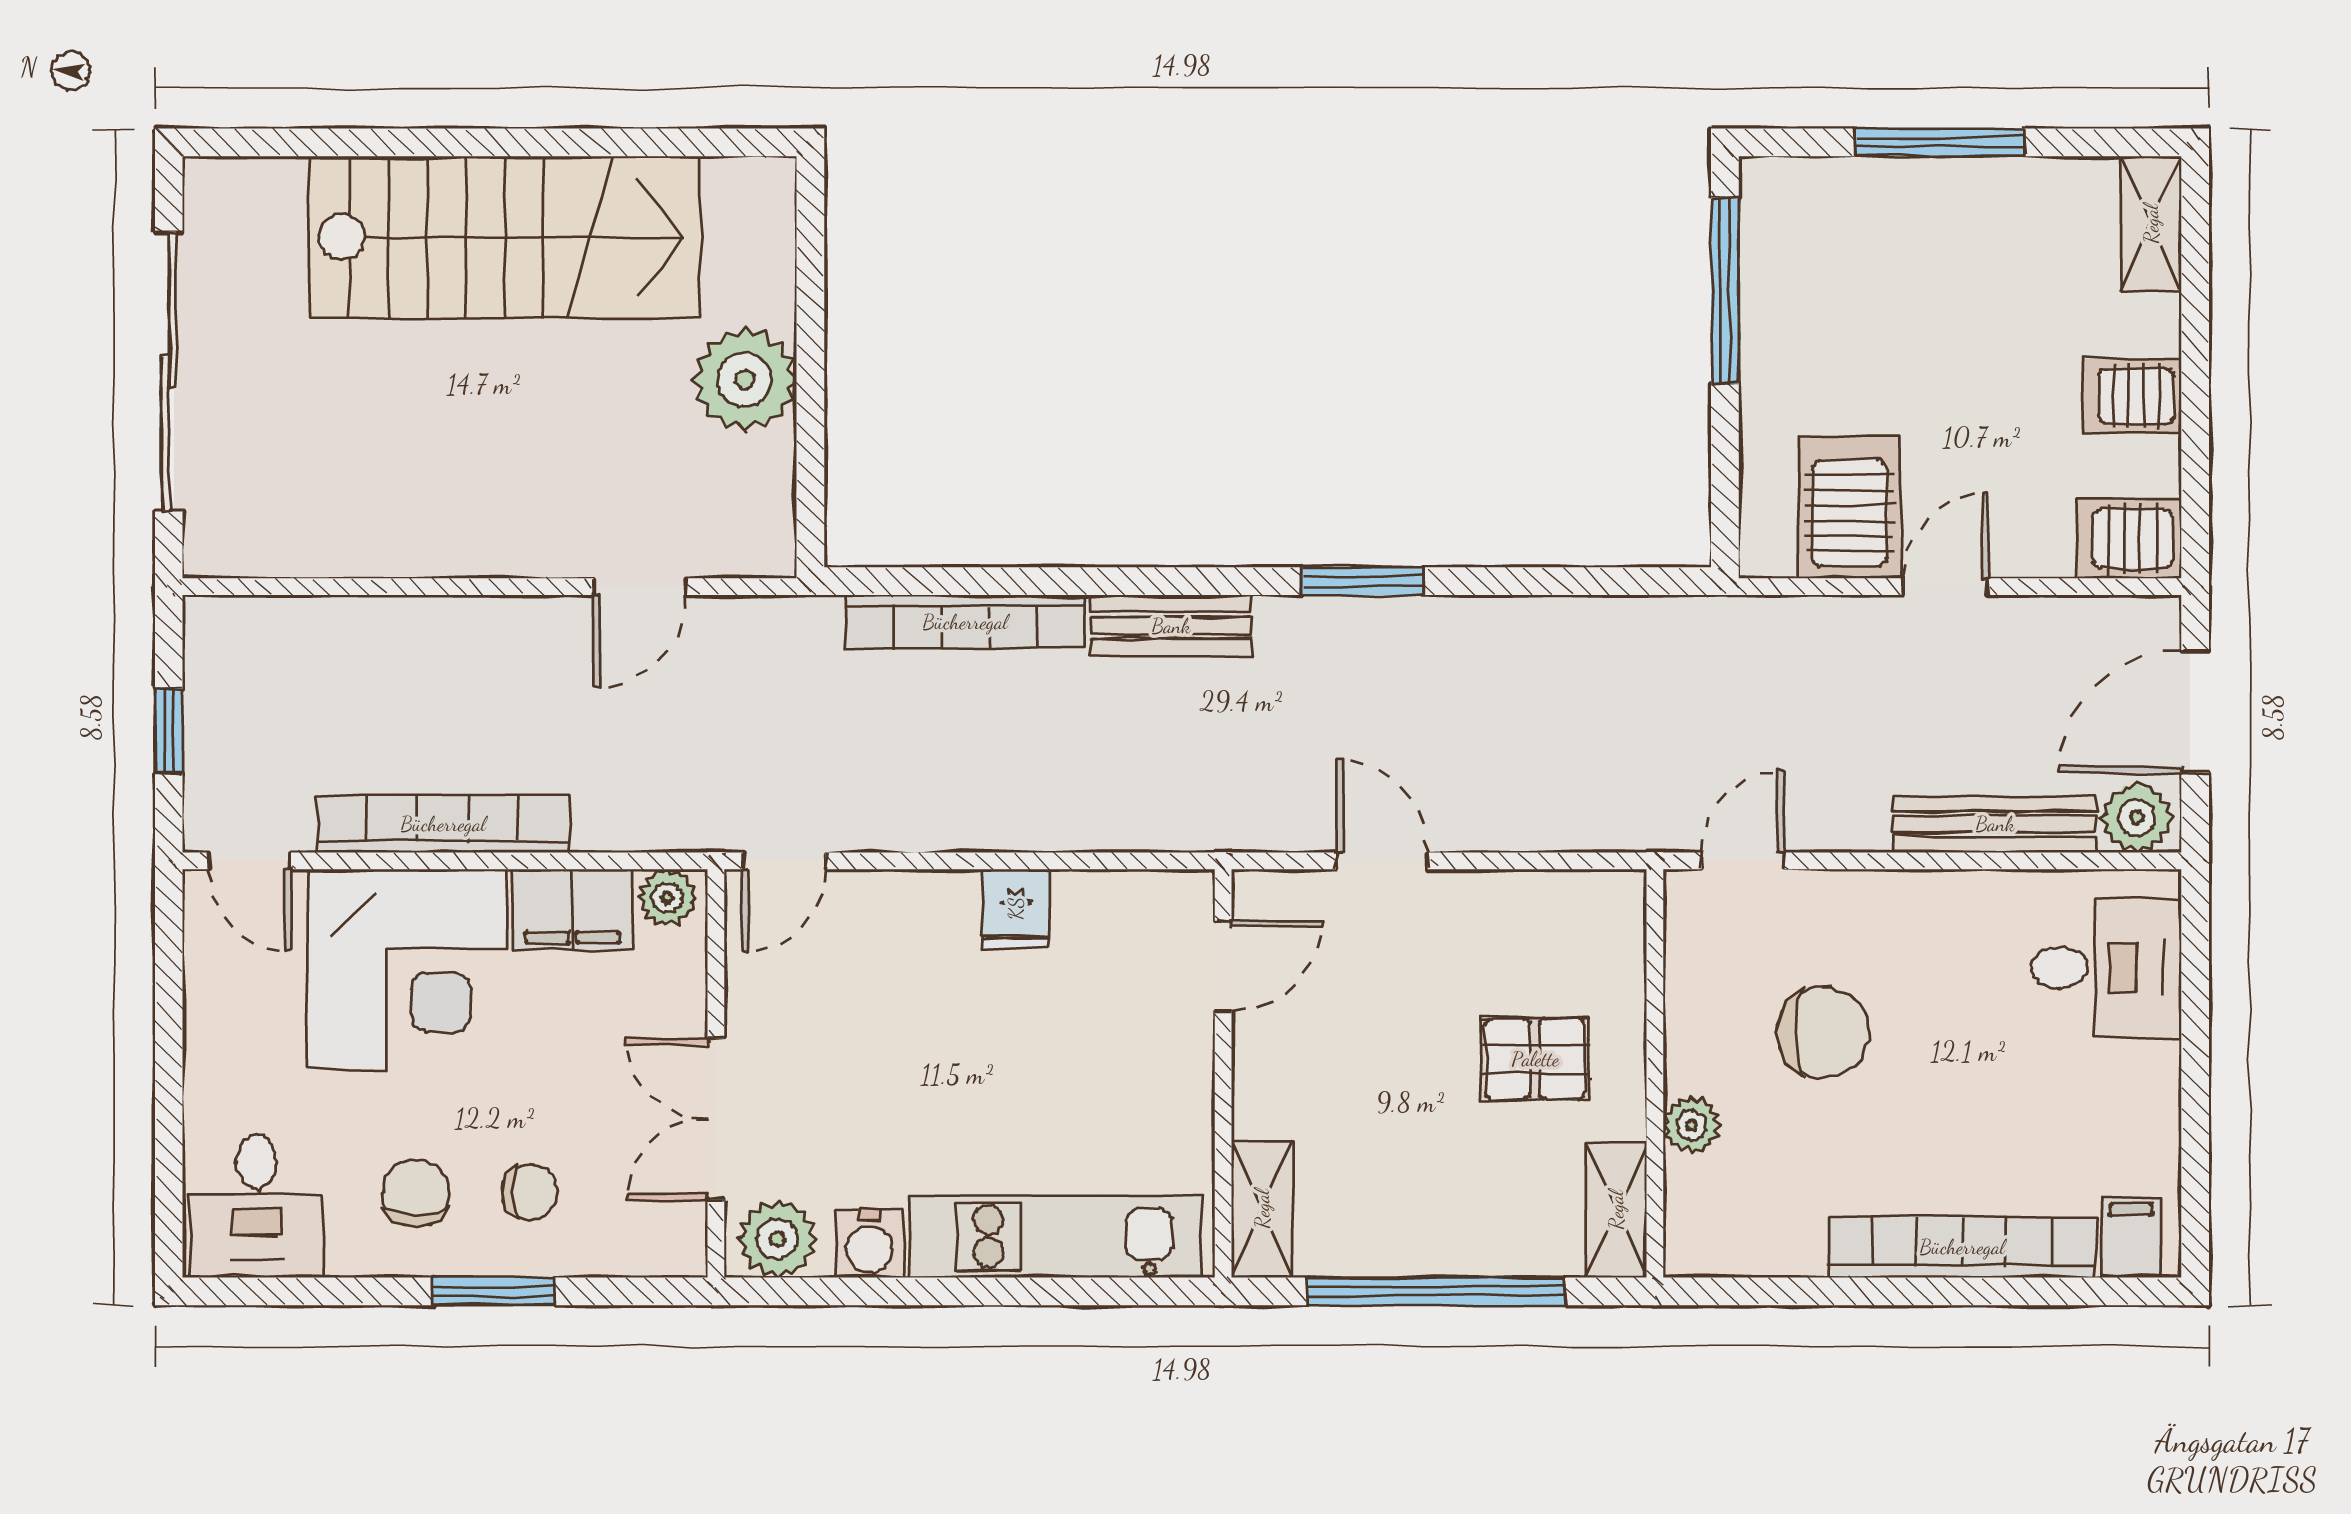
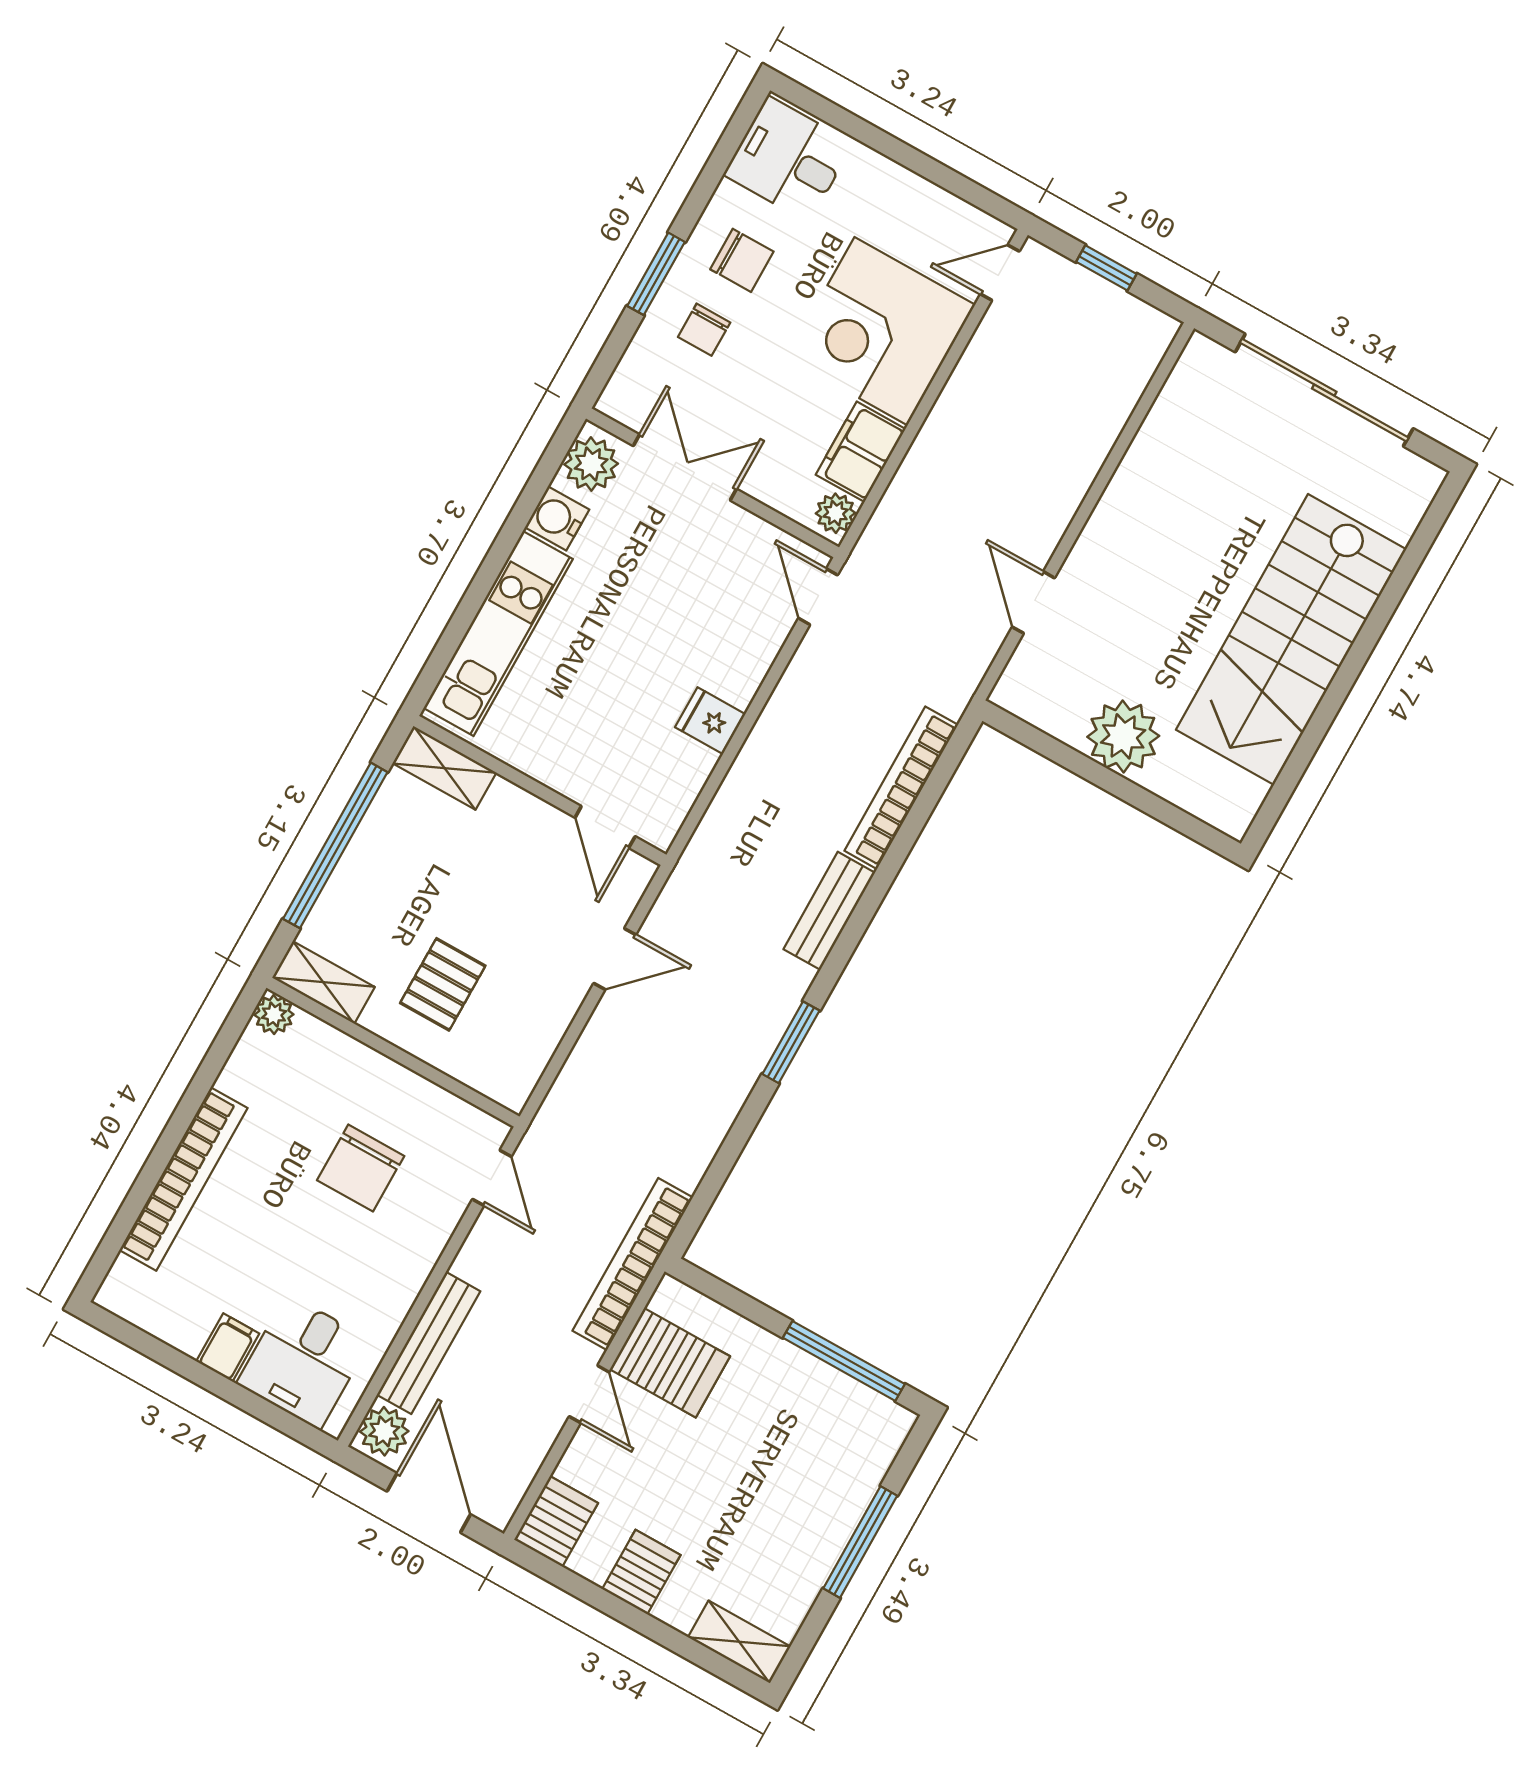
bookcase: (443, 824) -> (633, 1264), moved, turned 180
plant: (1692, 1125) -> (274, 1015), moved
filing cabinet: (2131, 1238) -> (228, 1347), moved, turned -90

